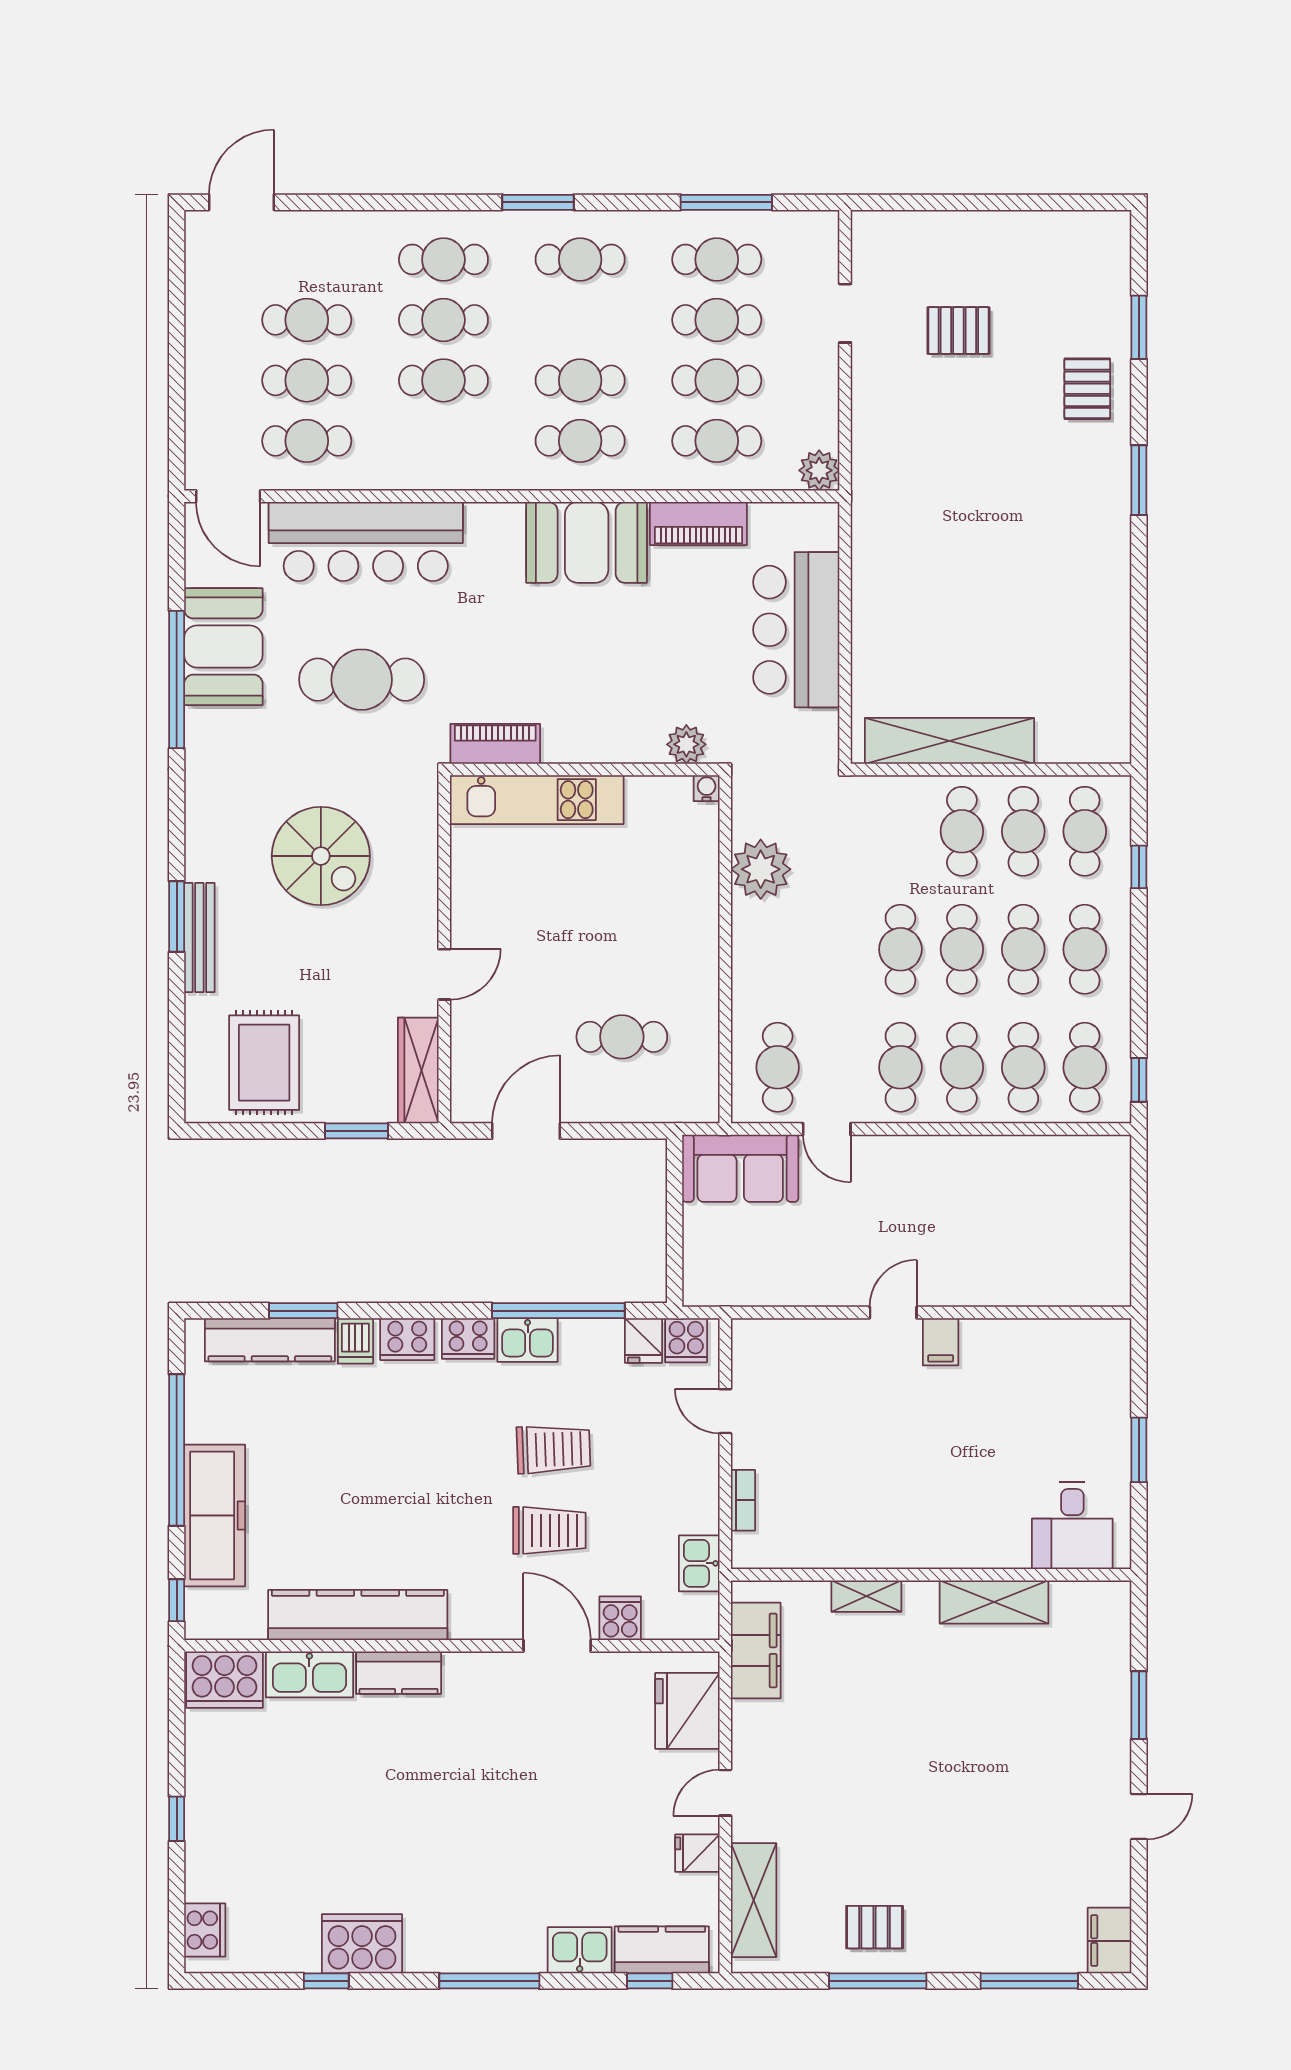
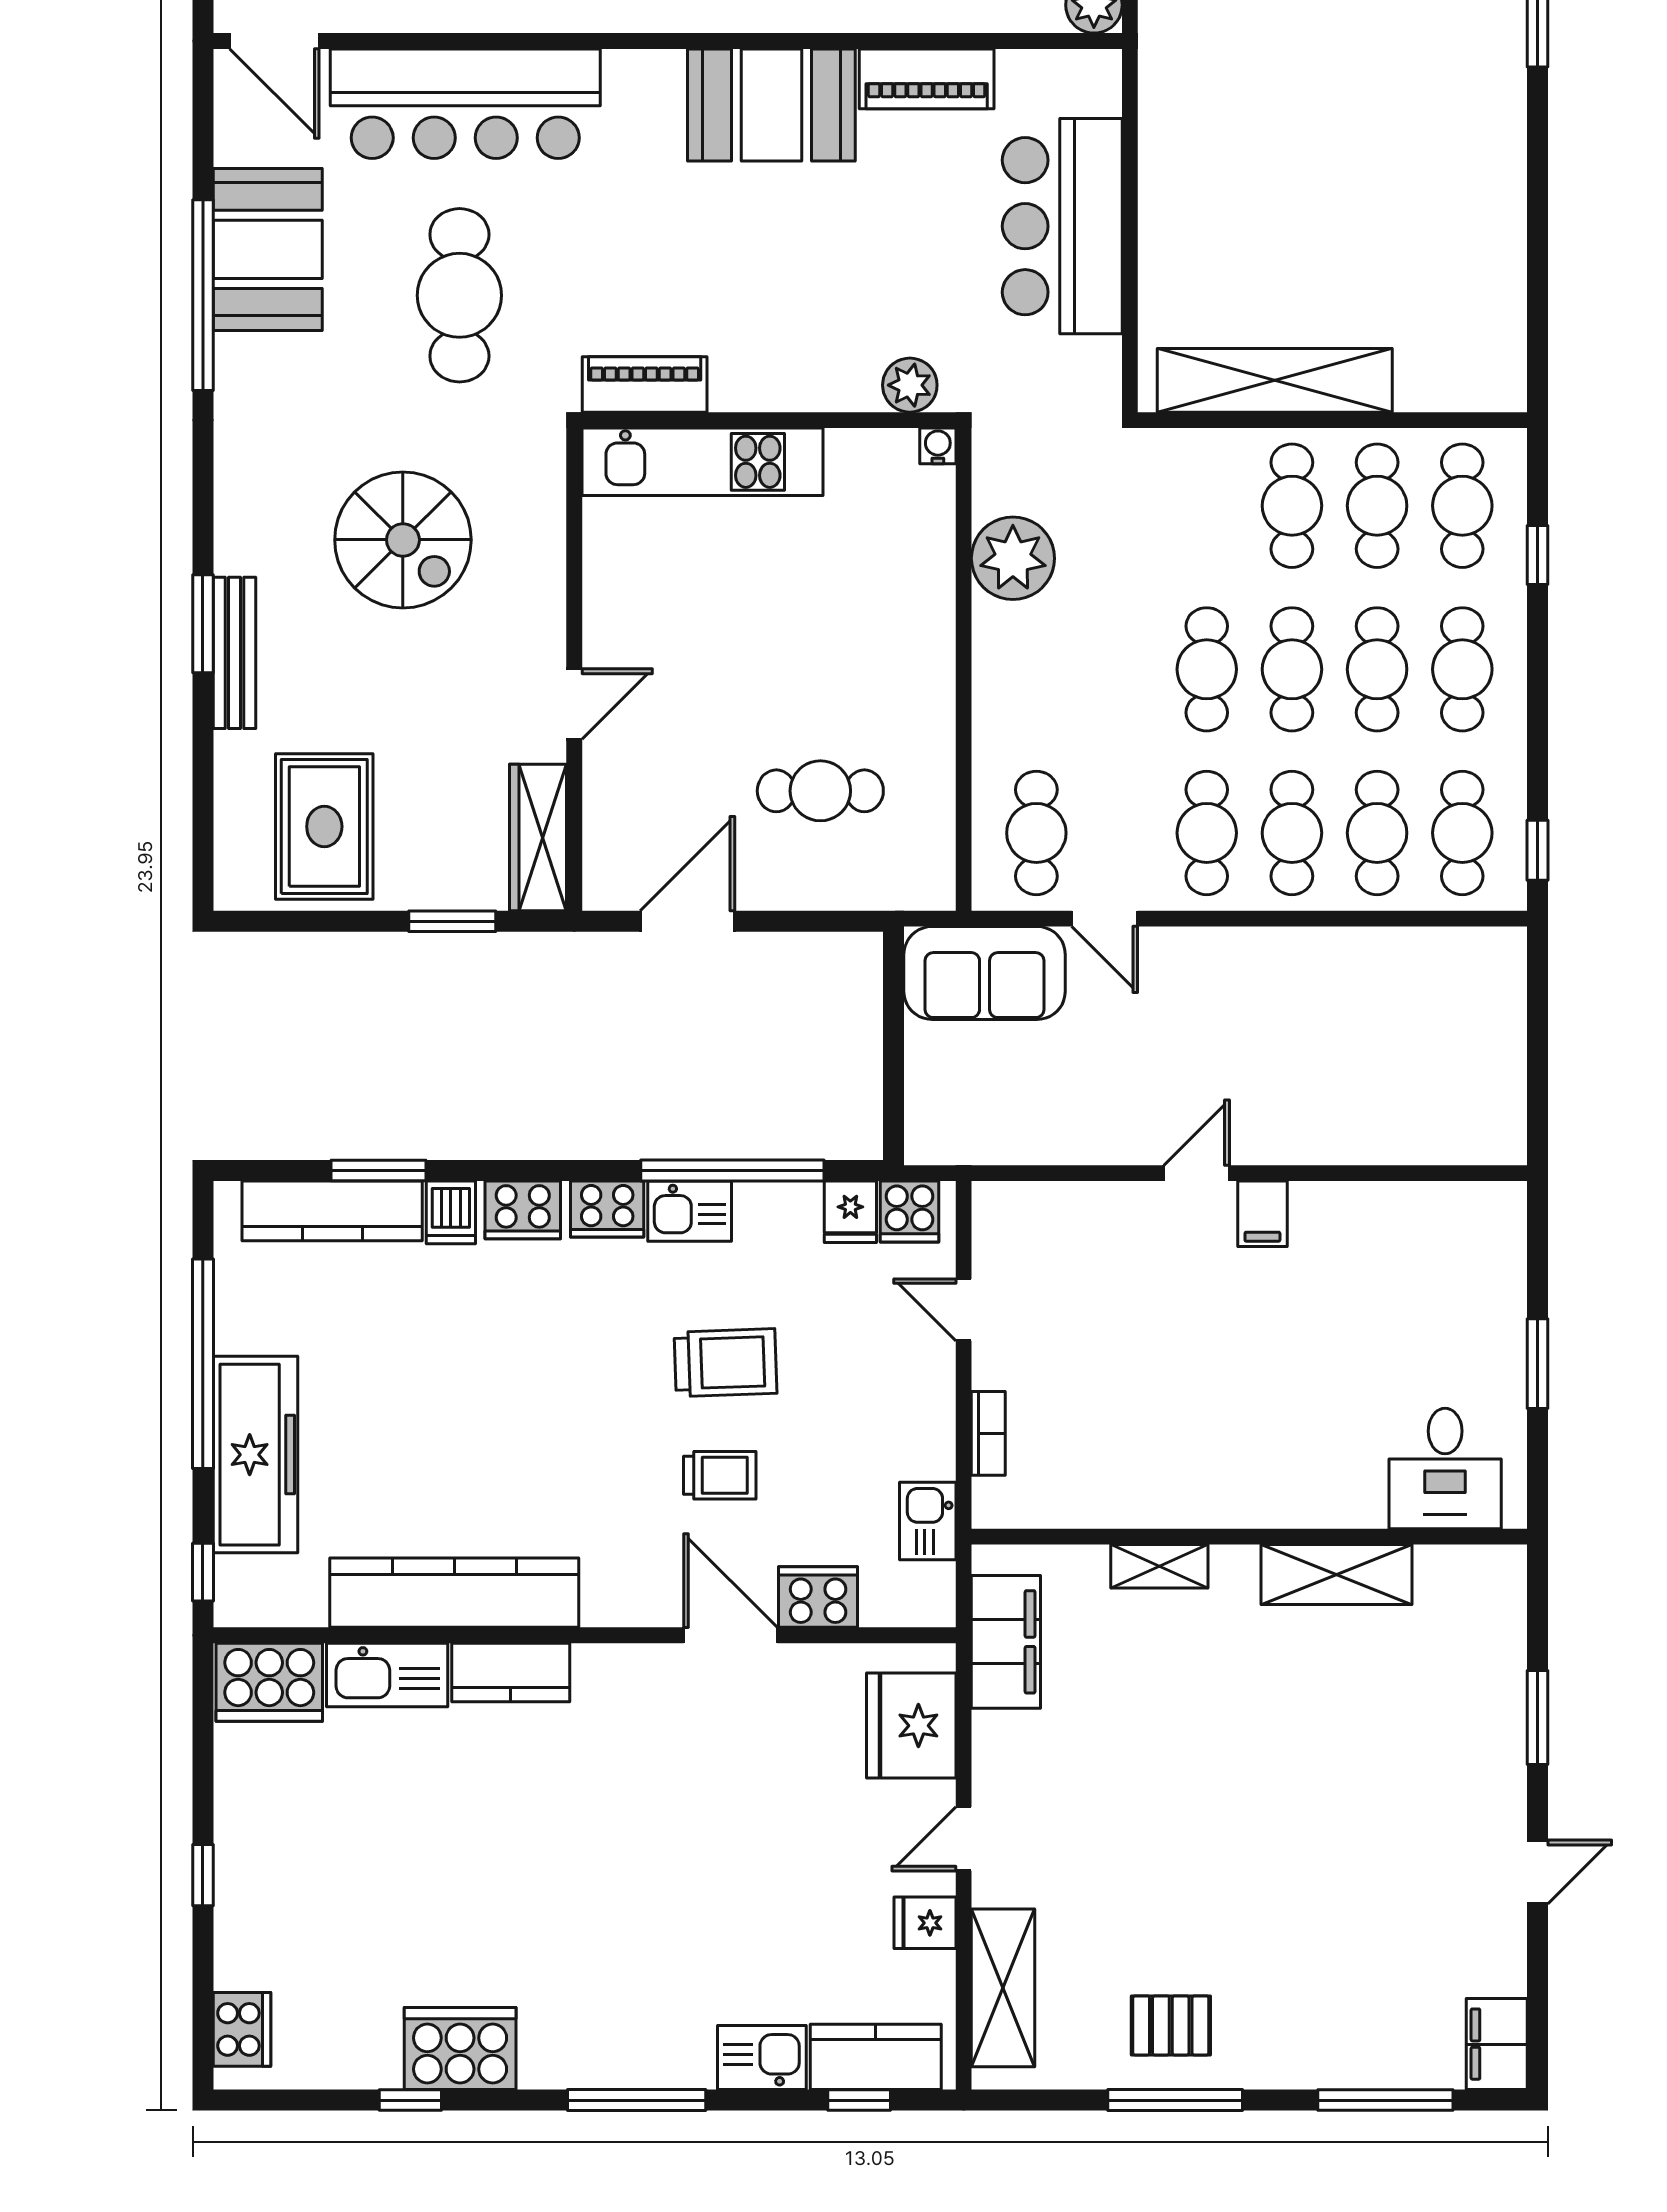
cafe table: (362, 680) -> (459, 295), turned 90
trolley: (549, 1530) -> (720, 1475), width x0.73, depth x0.72
cooker: (620, 1618) -> (818, 1597), width x1.36

